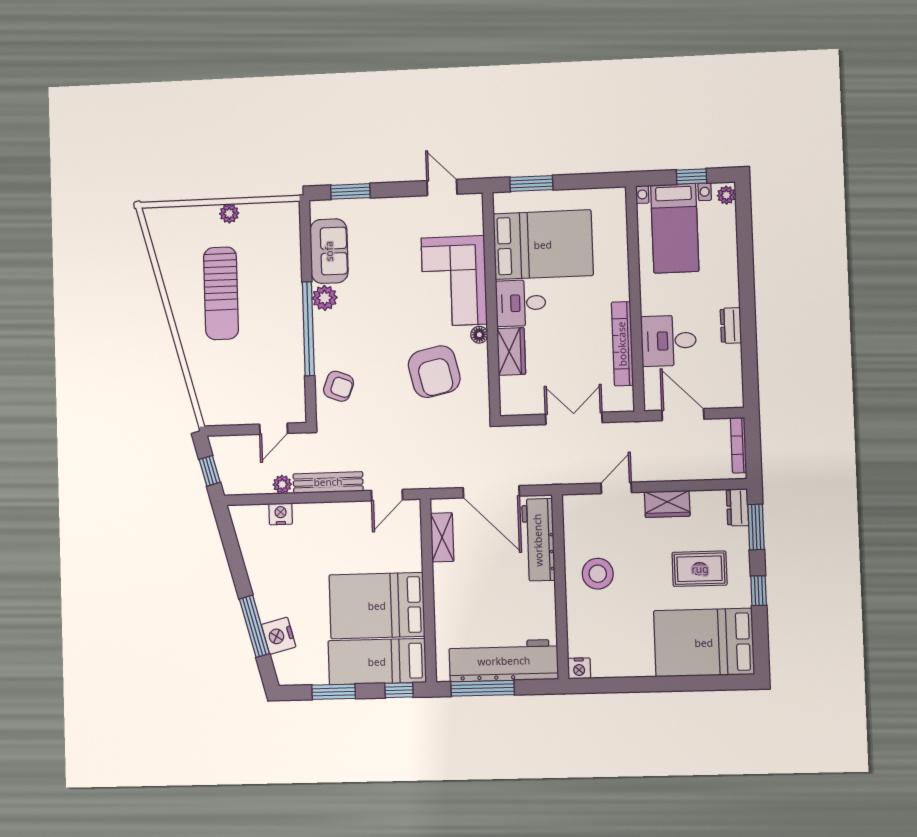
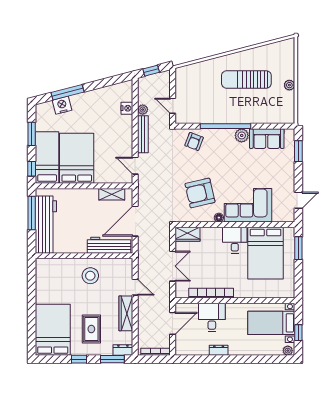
wardrobe: (511, 351) -> (187, 234), moved
wardrobe: (667, 504) -> (126, 313), width x1.50
nightstand: (579, 668) -> (41, 264), removed

